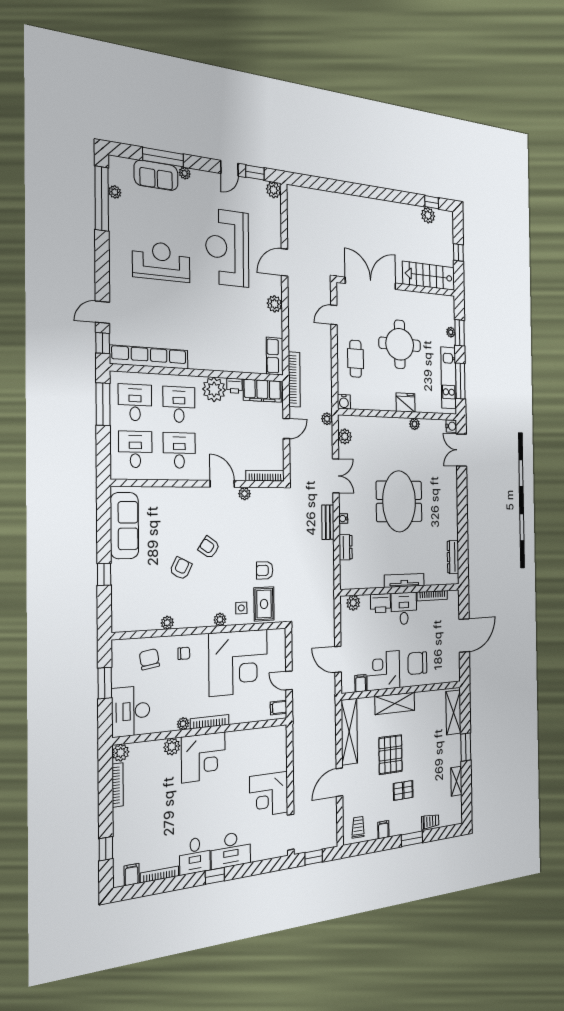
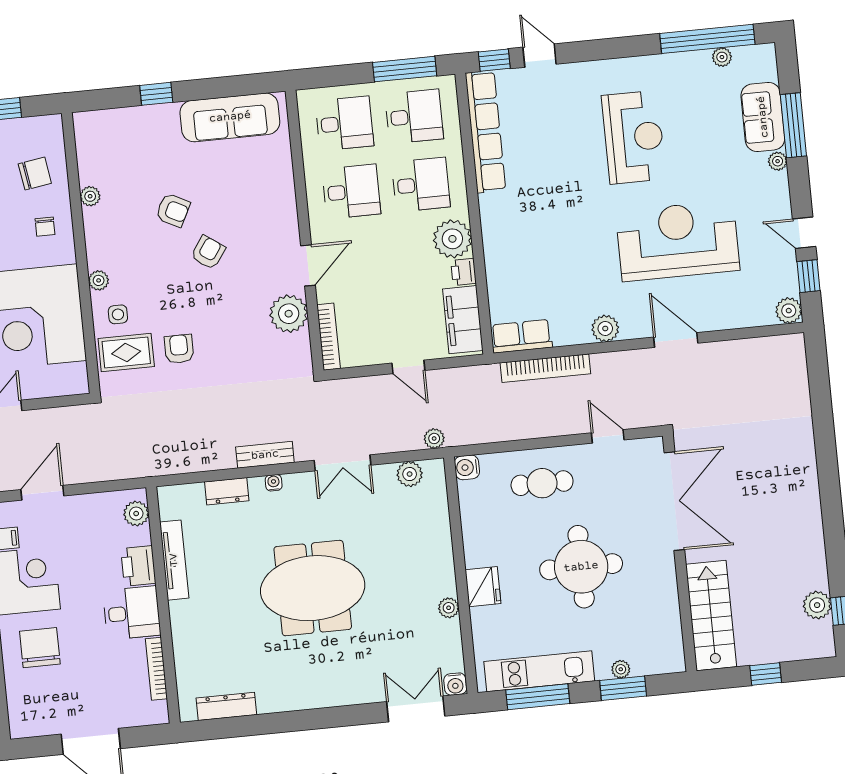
bookcase: (294, 379) -> (545, 368), moved
plant: (245, 494) -> (289, 314), width x1.88, depth x1.88
tv unit: (404, 580) -> (174, 560), moved

